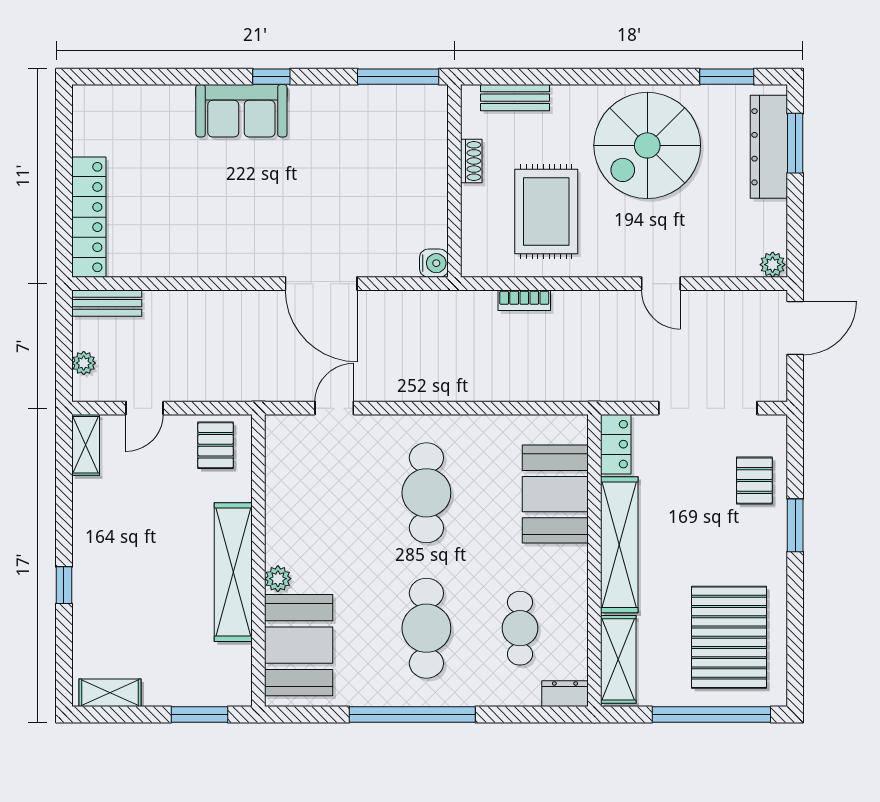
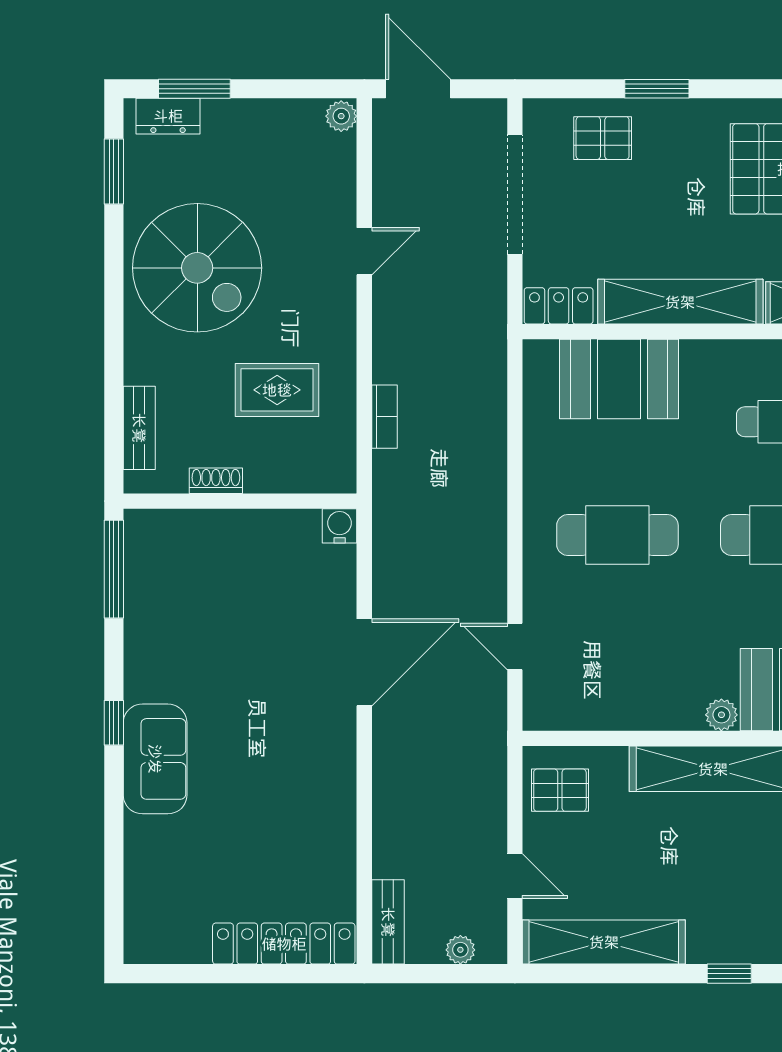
dresser: (769, 147) -> (168, 116), width x0.51, depth x0.80
rug: (546, 211) -> (277, 390), width x0.73, depth x0.70
shelving: (86, 445) -> (604, 942), width x2.20, depth x1.33

